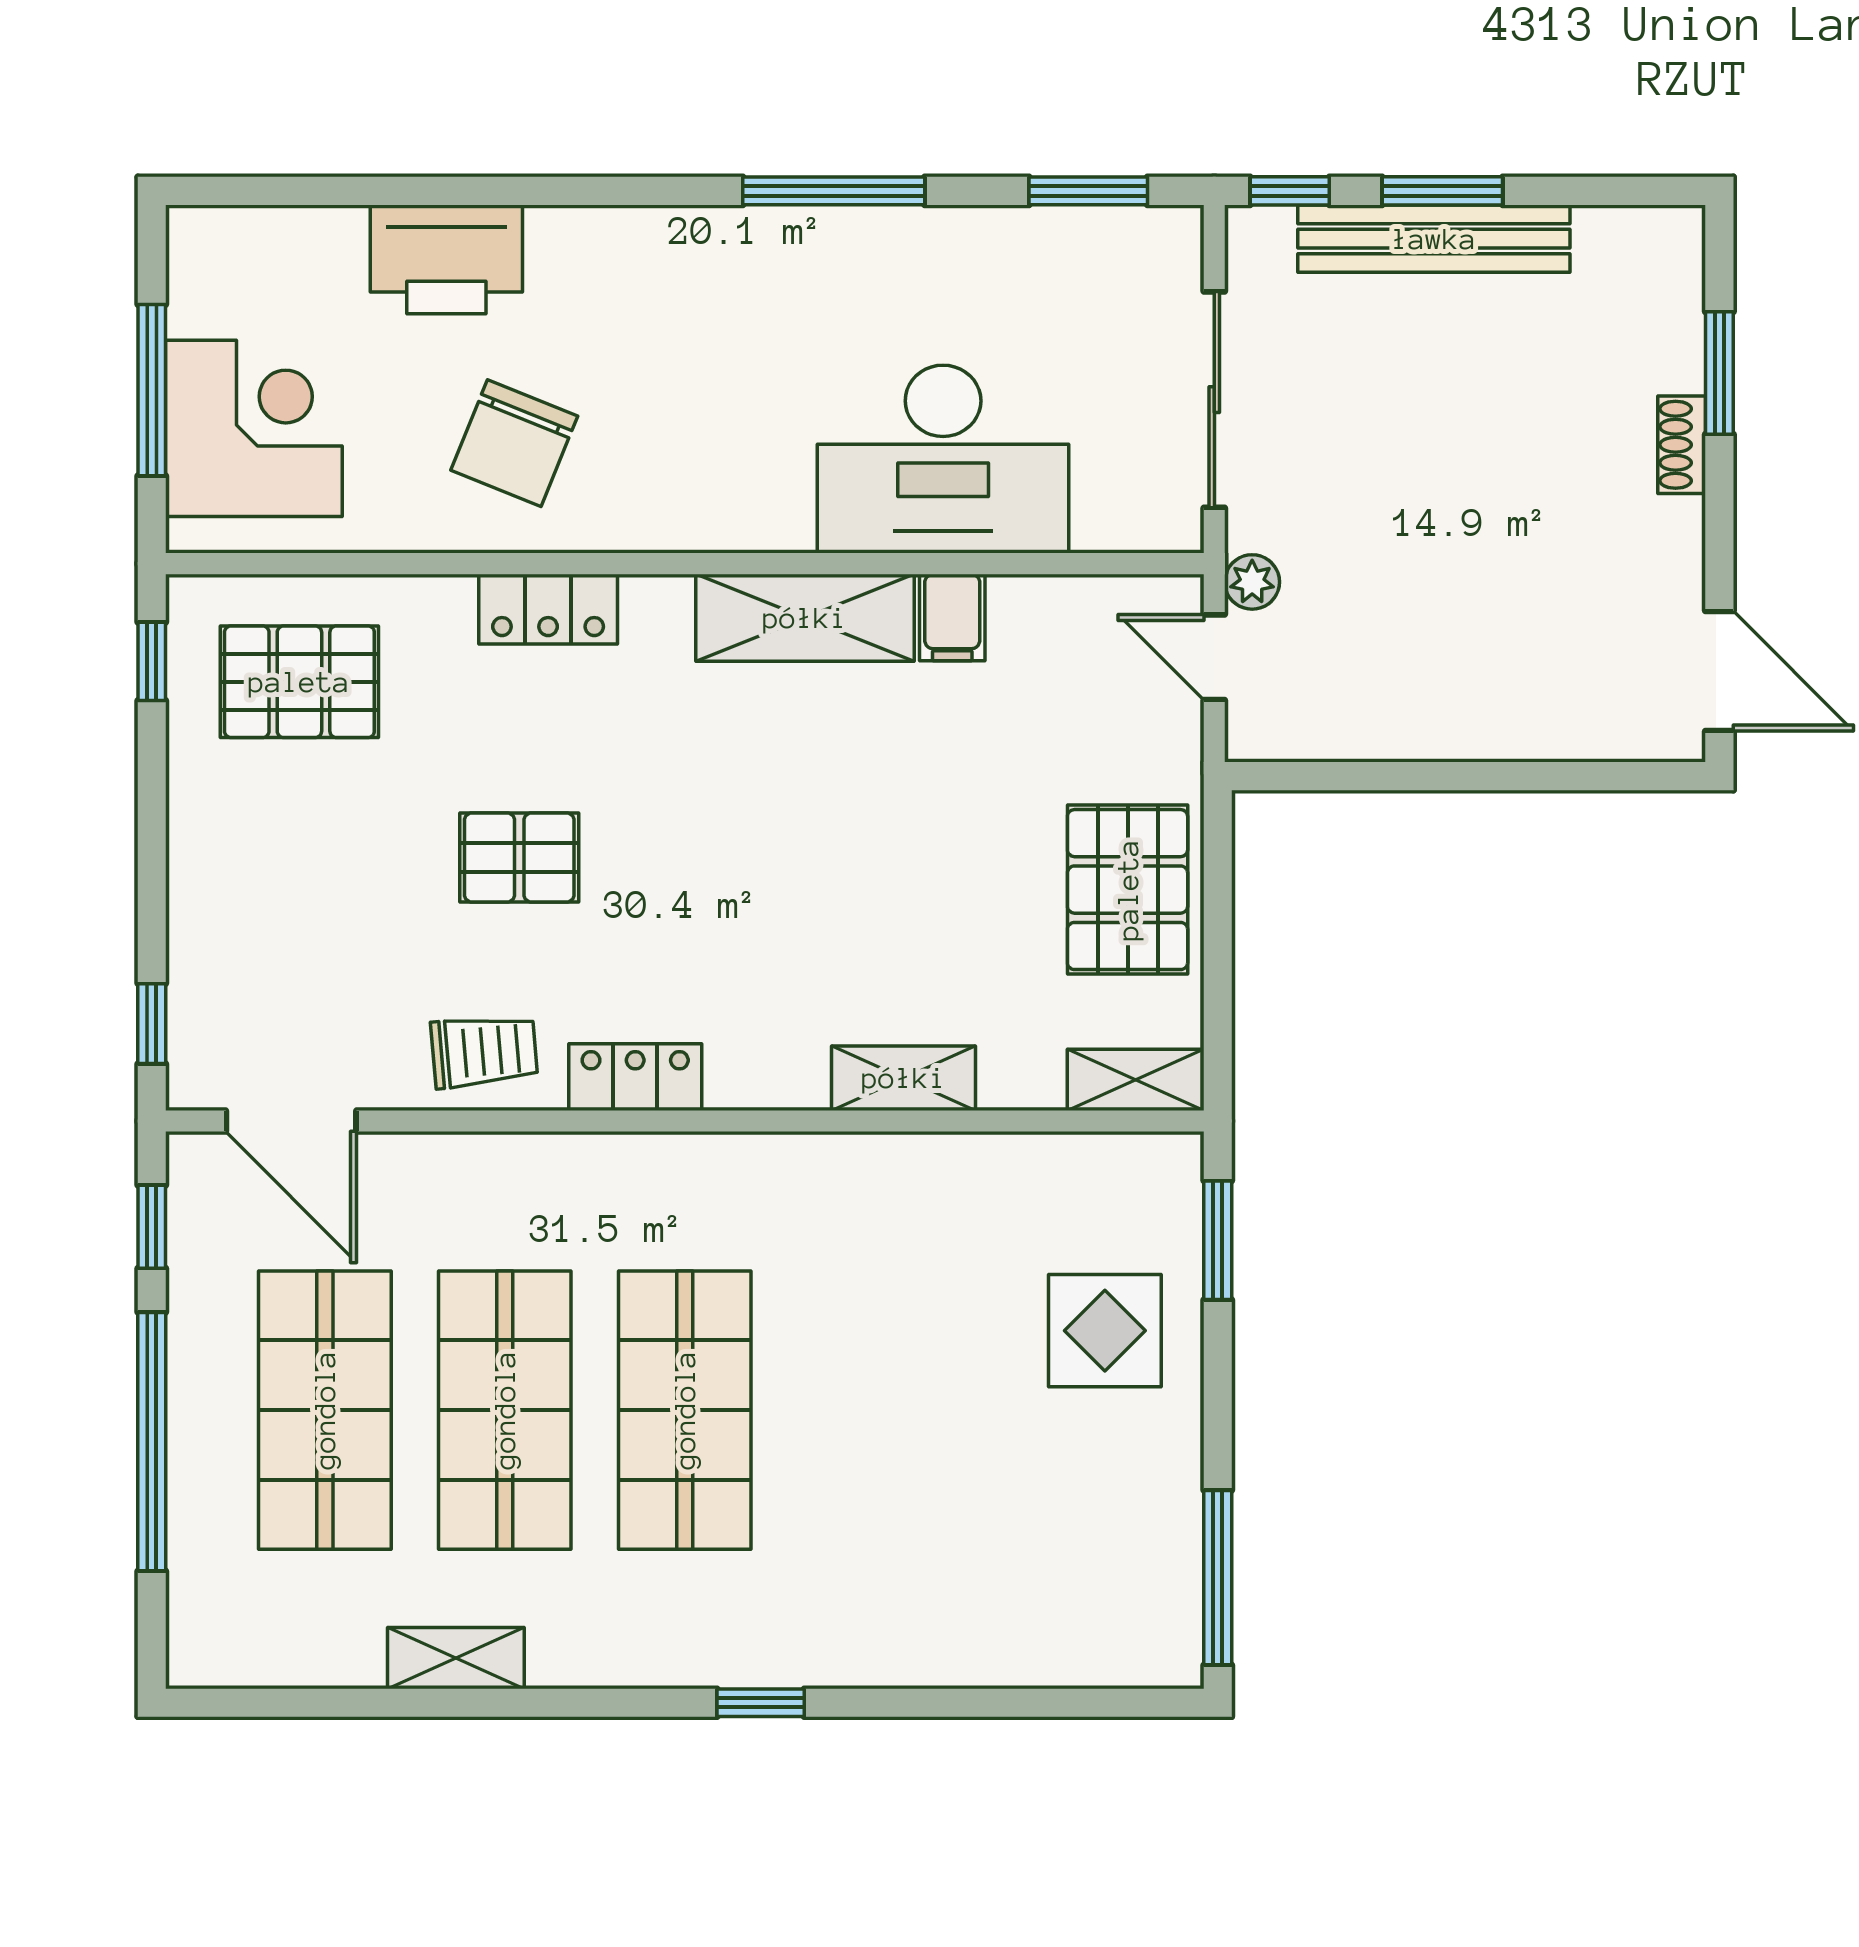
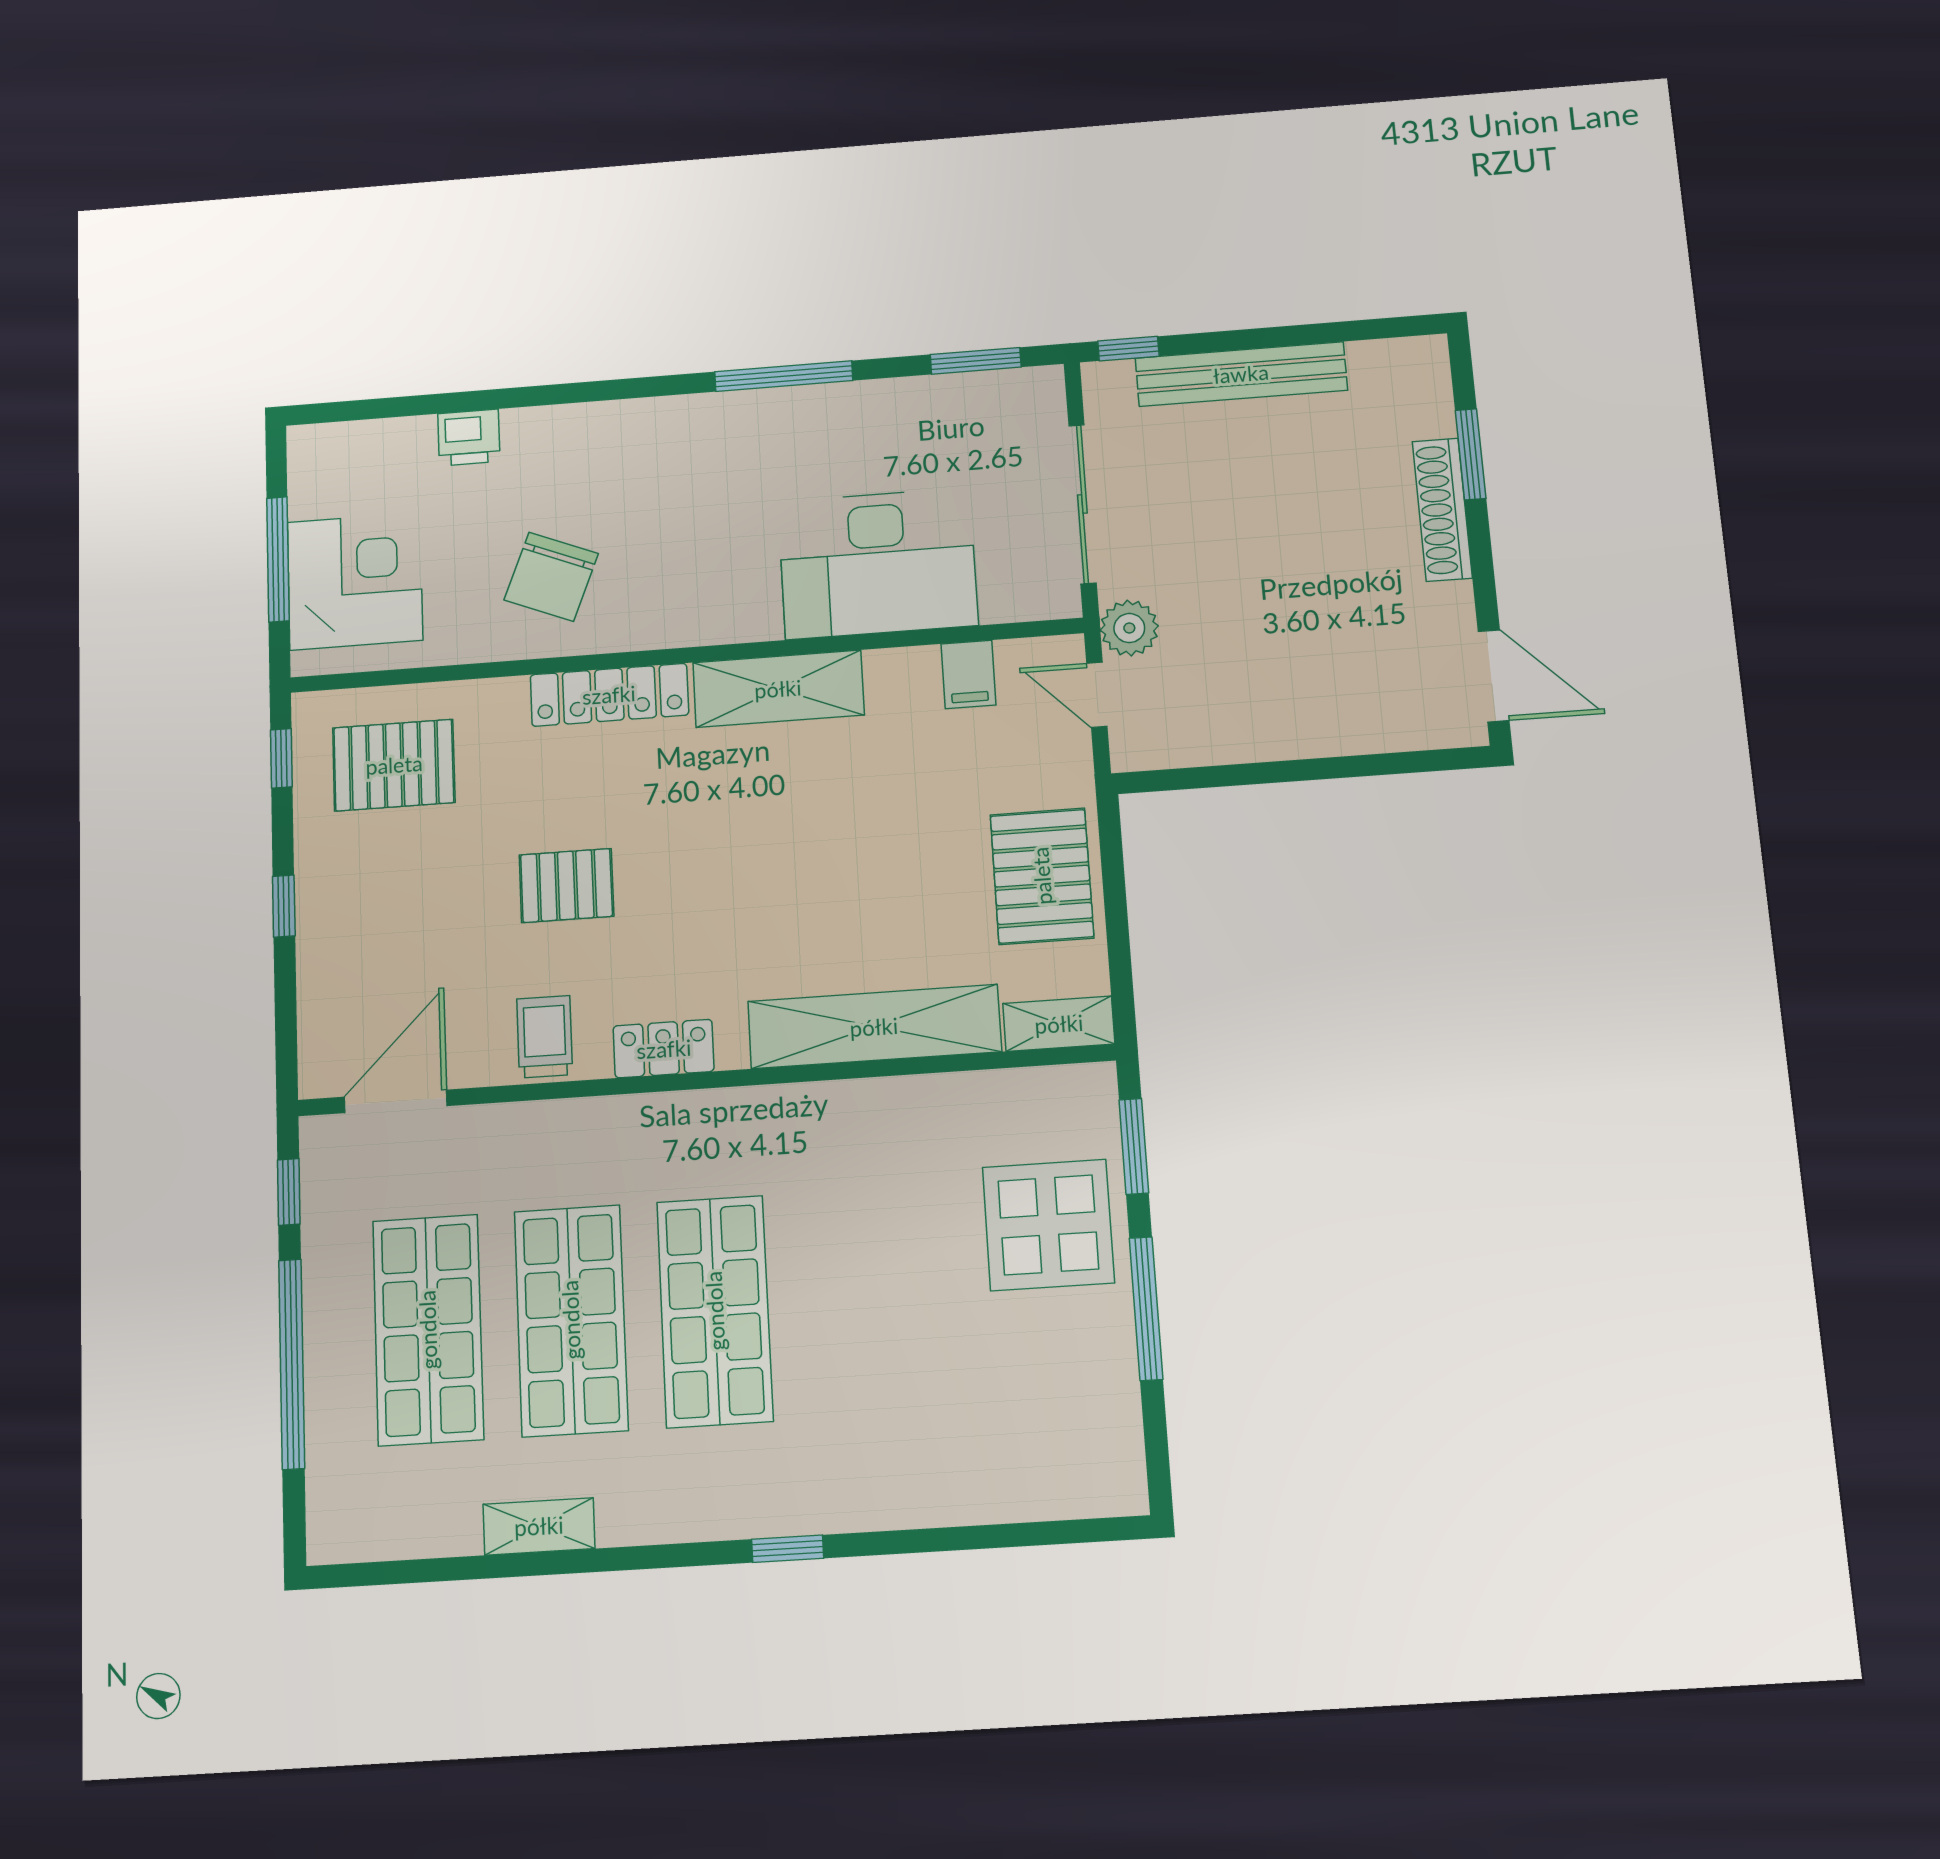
window: (1442, 191) -> (1245, 339), removed
printer: (446, 259) -> (469, 438), width x0.53, depth x0.68
shoe rack: (1682, 445) -> (1442, 510), width x1.94, depth x1.24
plant: (1252, 582) -> (1129, 628), width x1.38, depth x1.38
locker: (548, 609) -> (609, 695), width x1.53
filing cabinet: (952, 618) -> (969, 674), moved
window: (152, 1024) -> (284, 906), moved
trolley: (484, 1051) -> (545, 1037), turned -85
shelving: (904, 1078) -> (874, 1027), width x2.20, depth x1.33
door: (291, 1121) -> (396, 1101), swing flipped
display table: (1105, 1331) -> (1048, 1225), width x1.36, depth x1.36
window: (1218, 1578) -> (1146, 1309), moved

